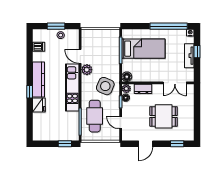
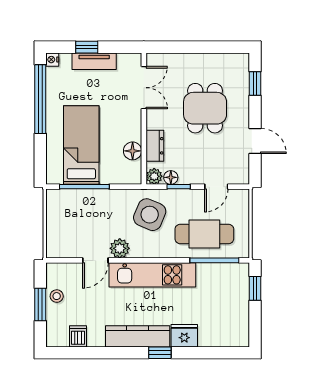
floor lamp: (127, 77) -> (133, 151), moved

